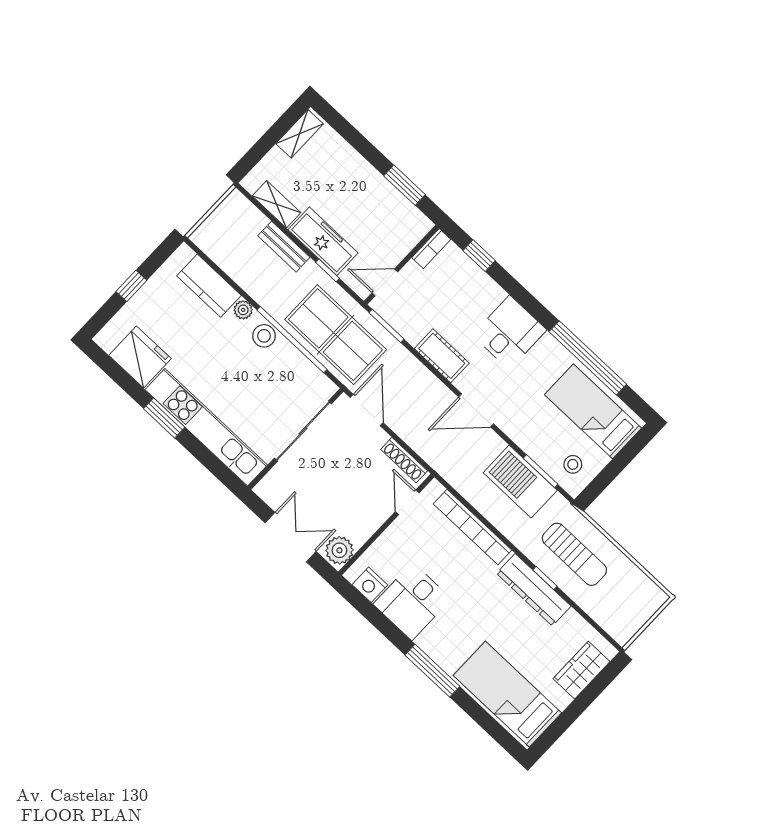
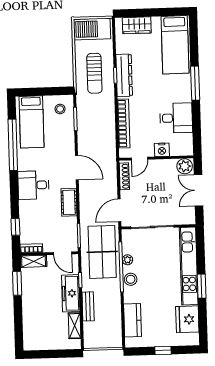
shelving: (299, 134) -> (34, 261), moved
plant: (243, 310) -> (127, 260), moved
barbecue: (520, 482) -> (92, 29), moved, turned 90
sun lounger: (574, 554) -> (94, 73), turned 180
nightstand: (370, 585) -> (162, 150), moved, turned 90

